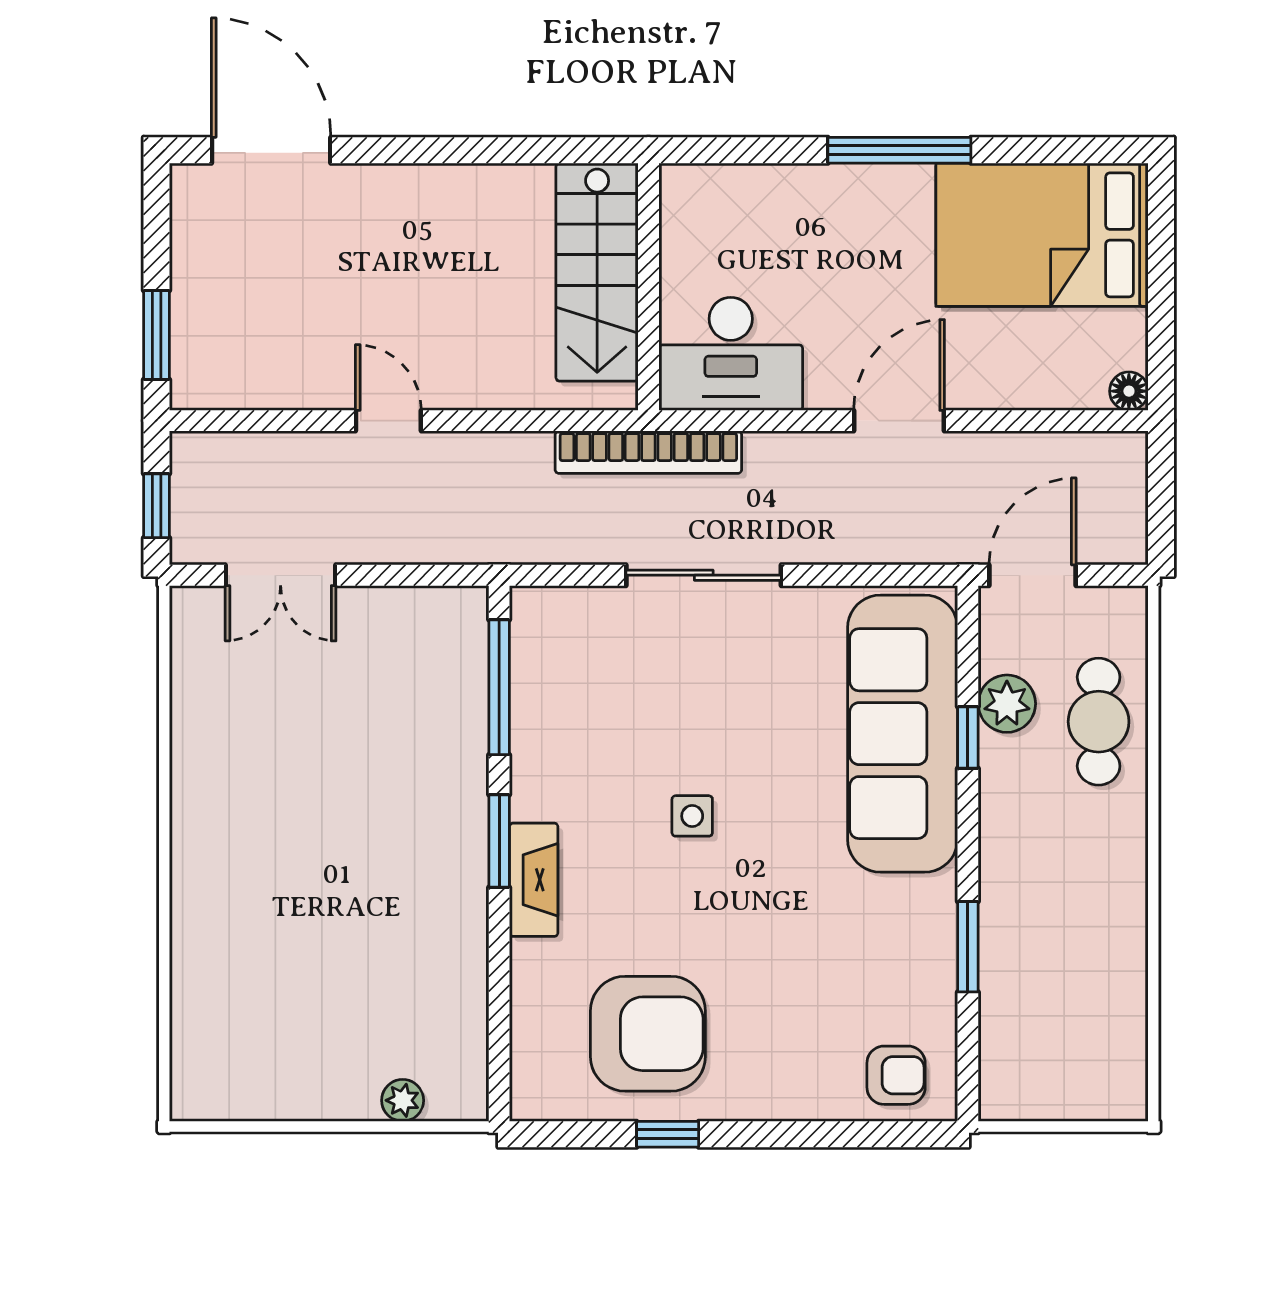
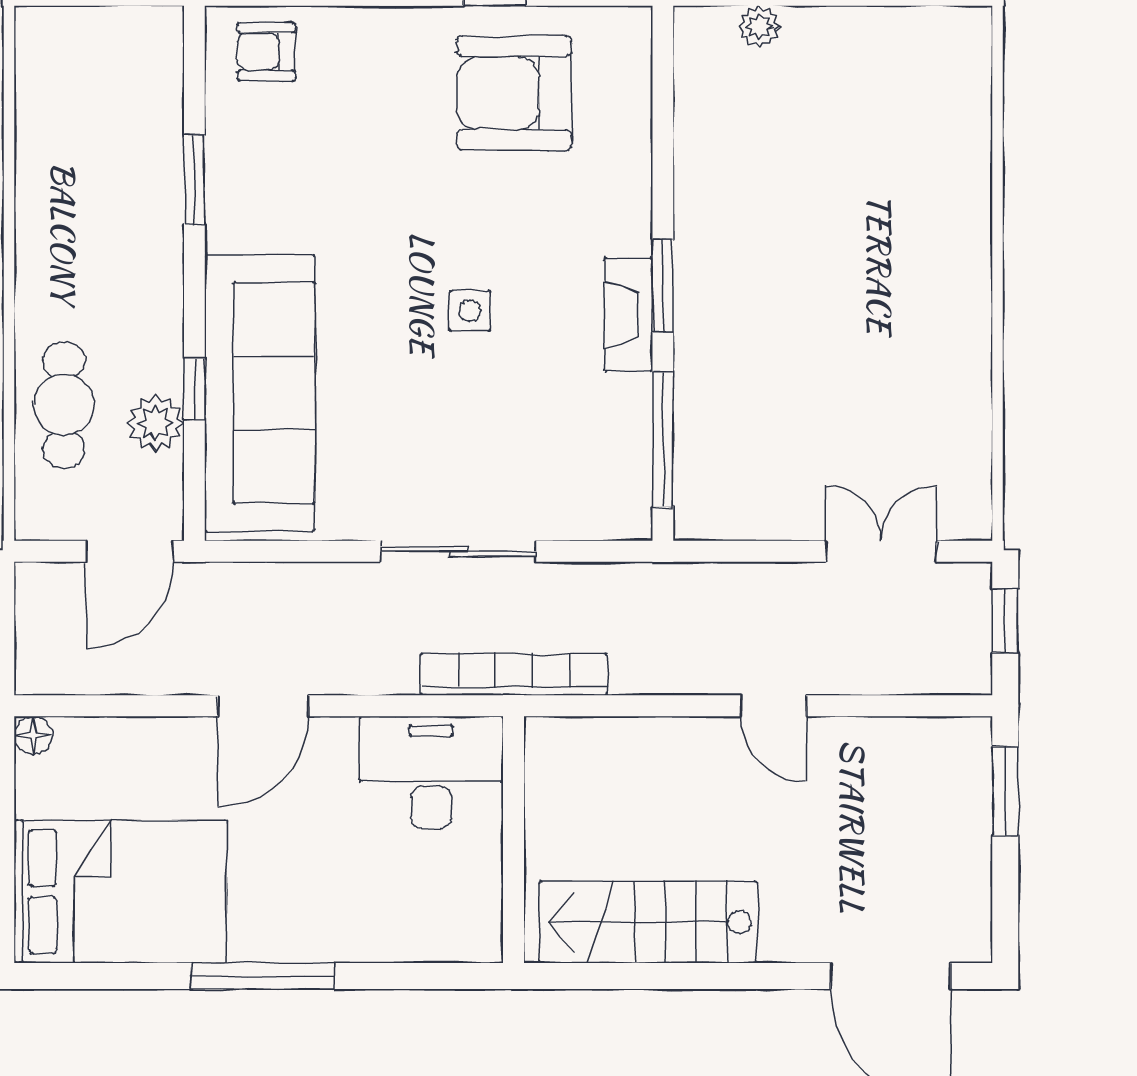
stairs: (597, 272) -> (648, 922), moved, turned -90
fireplace: (534, 880) -> (628, 315), moved

